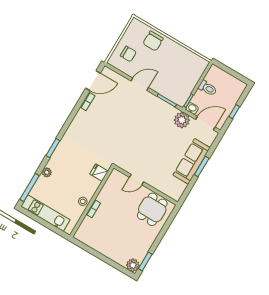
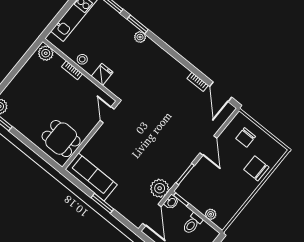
plant: (197, 74) -> (211, 214), added
window: (53, 148) -> (138, 24), moved
sofa: (192, 161) -> (91, 177), moved
plant: (47, 172) -> (140, 37), moved
fridge: (99, 173) -> (102, 74), moved
door: (137, 180) -> (107, 115), moved
plant: (82, 233) -> (46, 53), added

